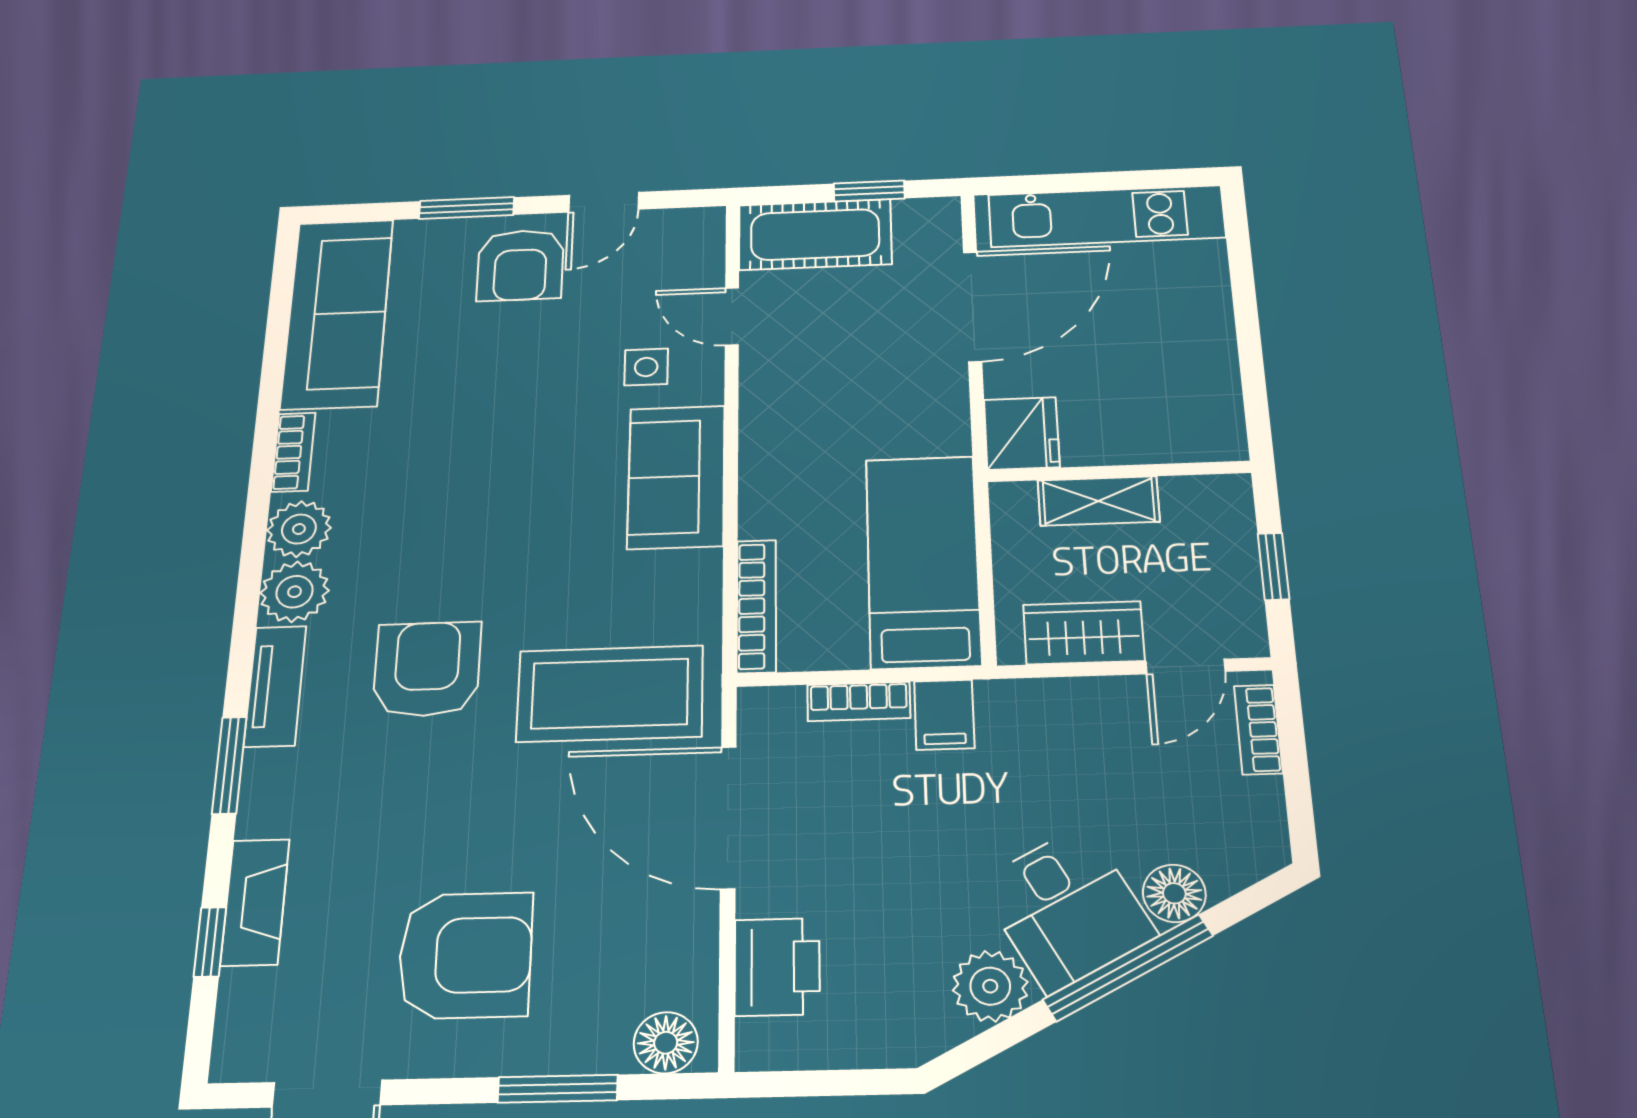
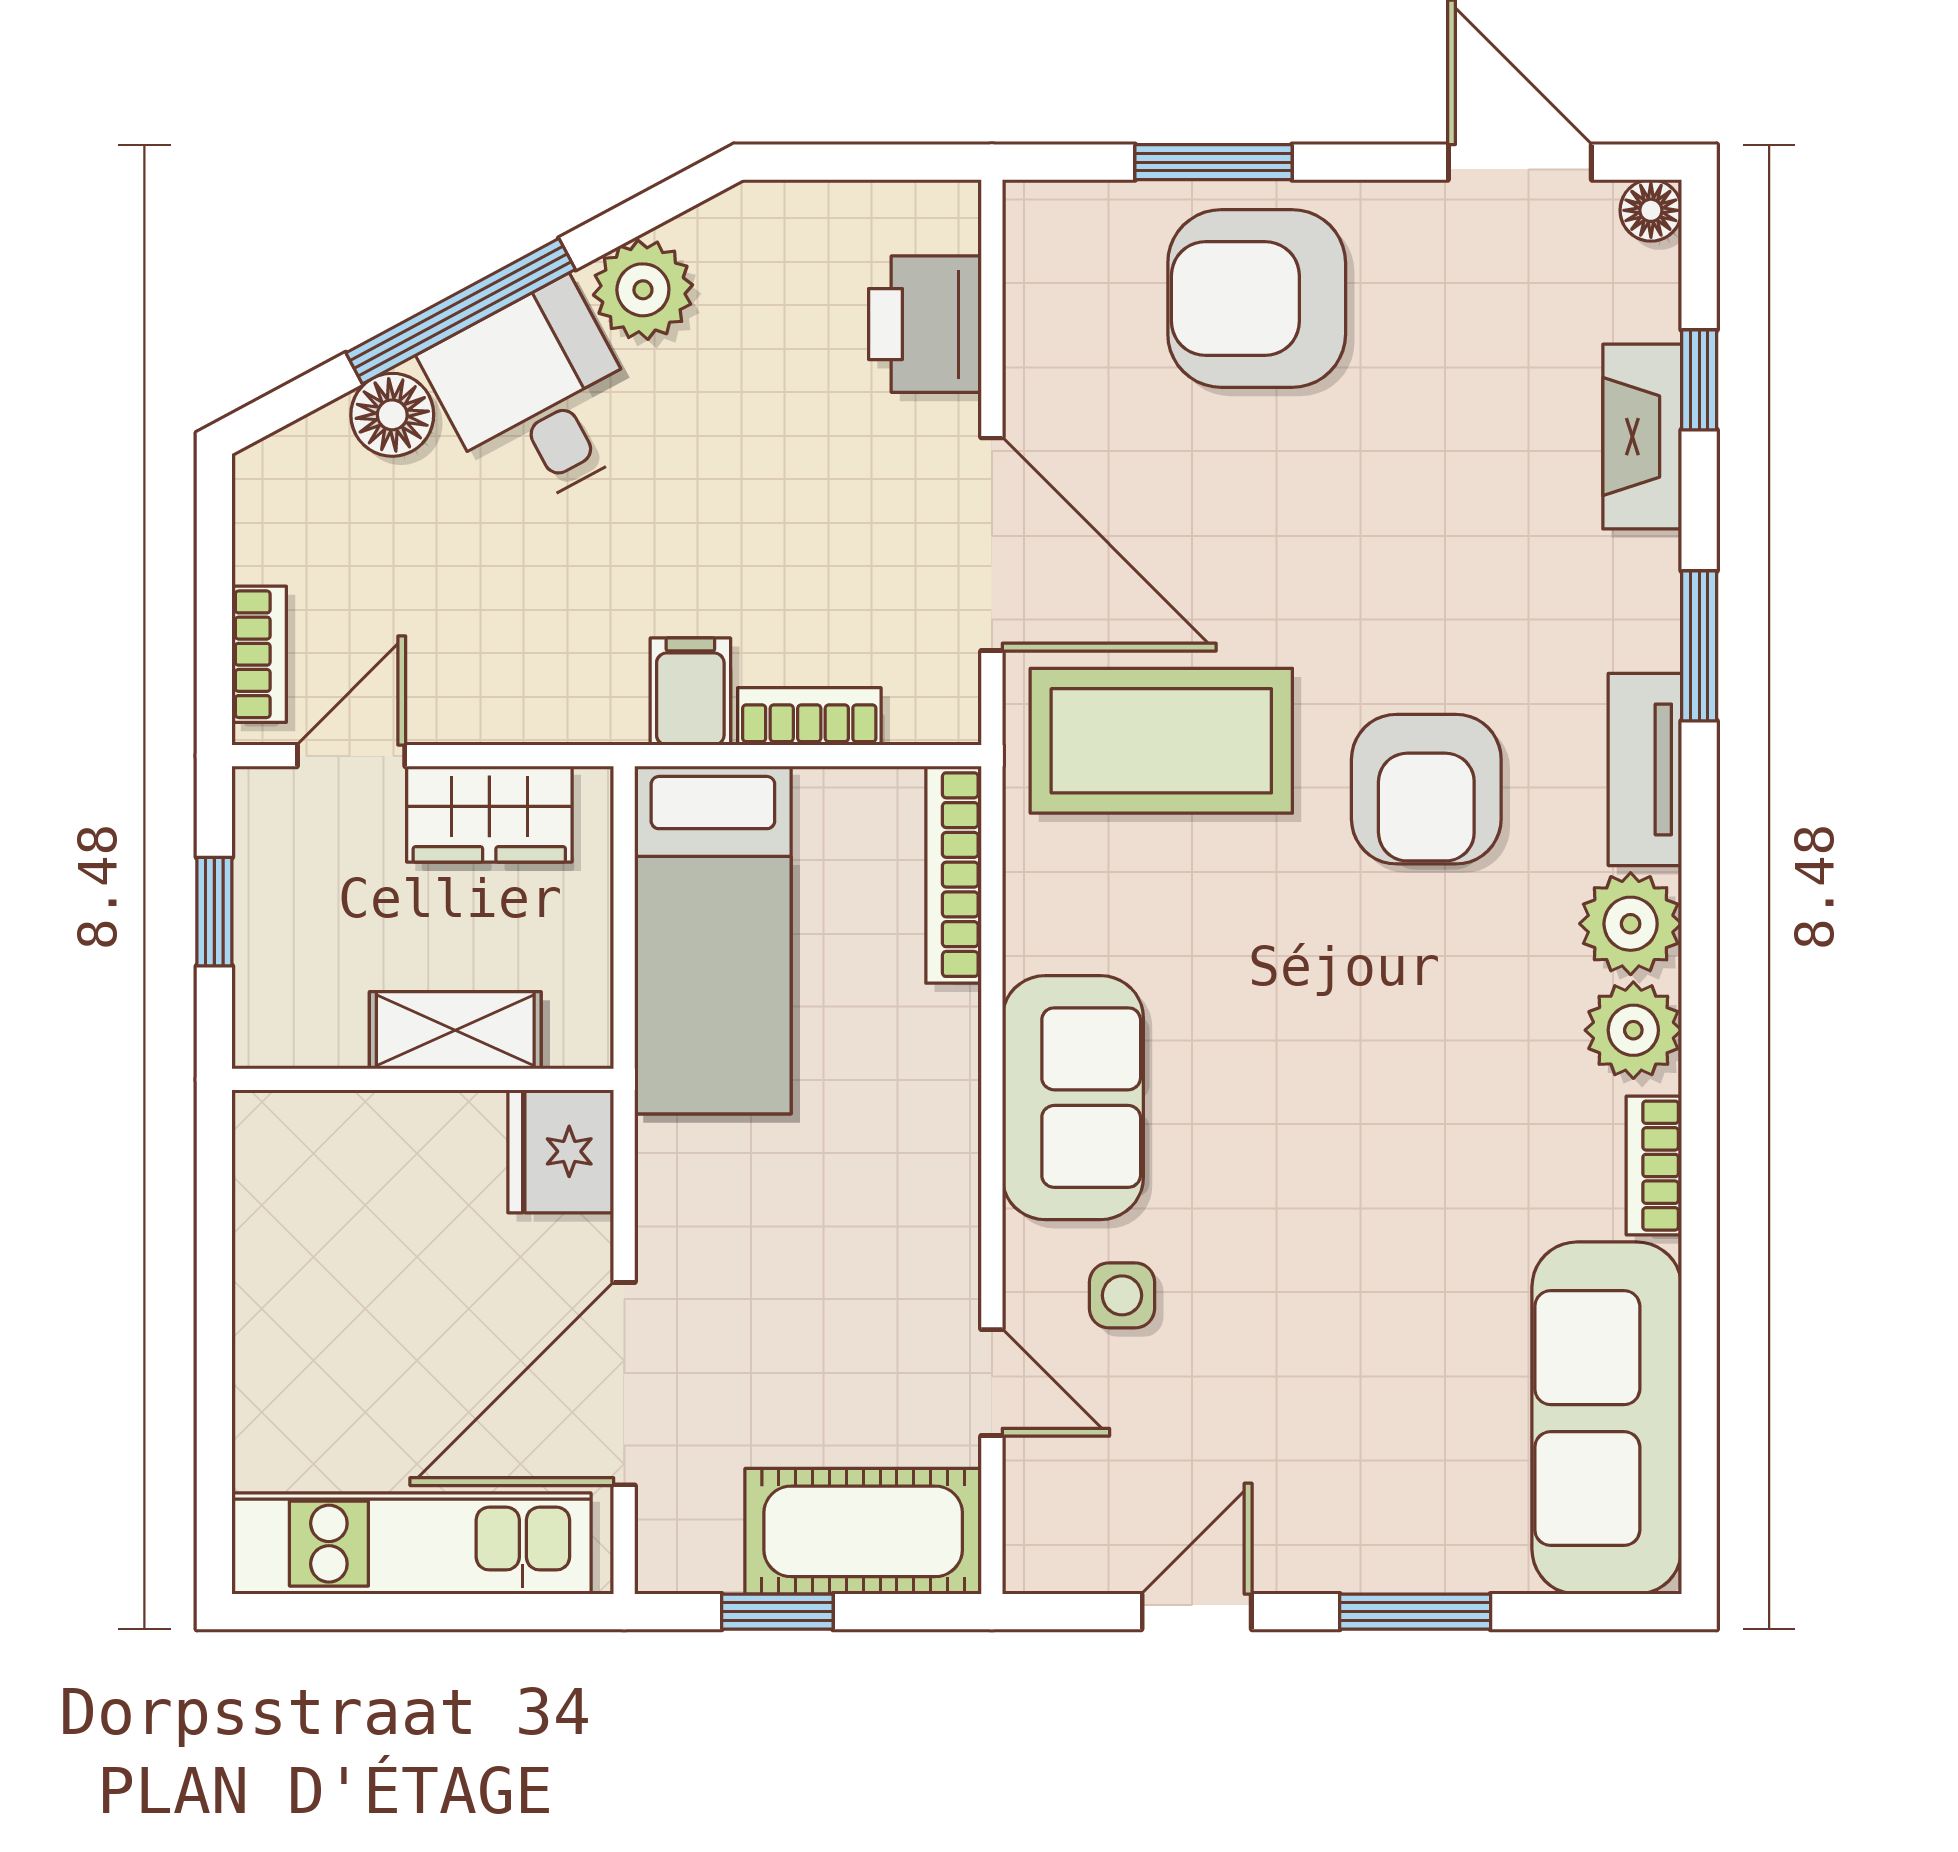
armchair: (520, 265) -> (1324, 1496), removed
armchair: (465, 955) -> (1257, 298), moved
floor lamp: (666, 1043) -> (1651, 210), moved, width x0.73, depth x0.73

